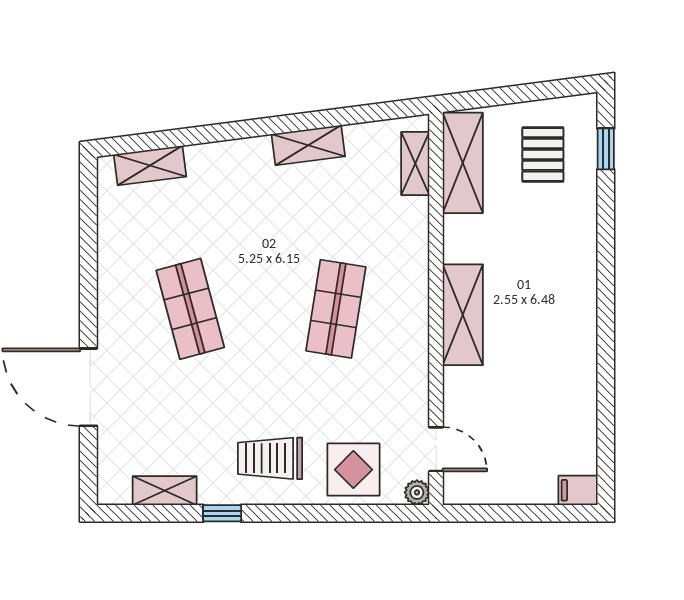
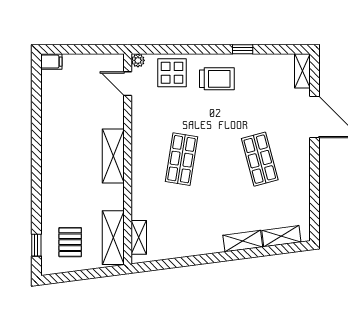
shelving: (308, 145) -> (243, 241), moved
shelving: (165, 491) -> (302, 71), moved, turned 90

